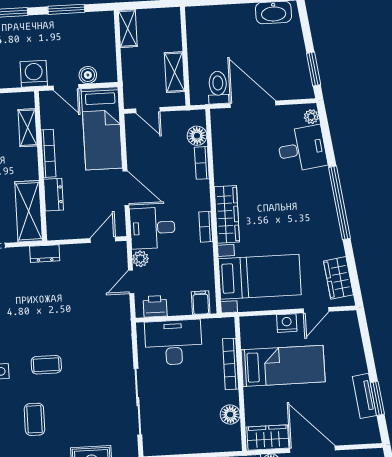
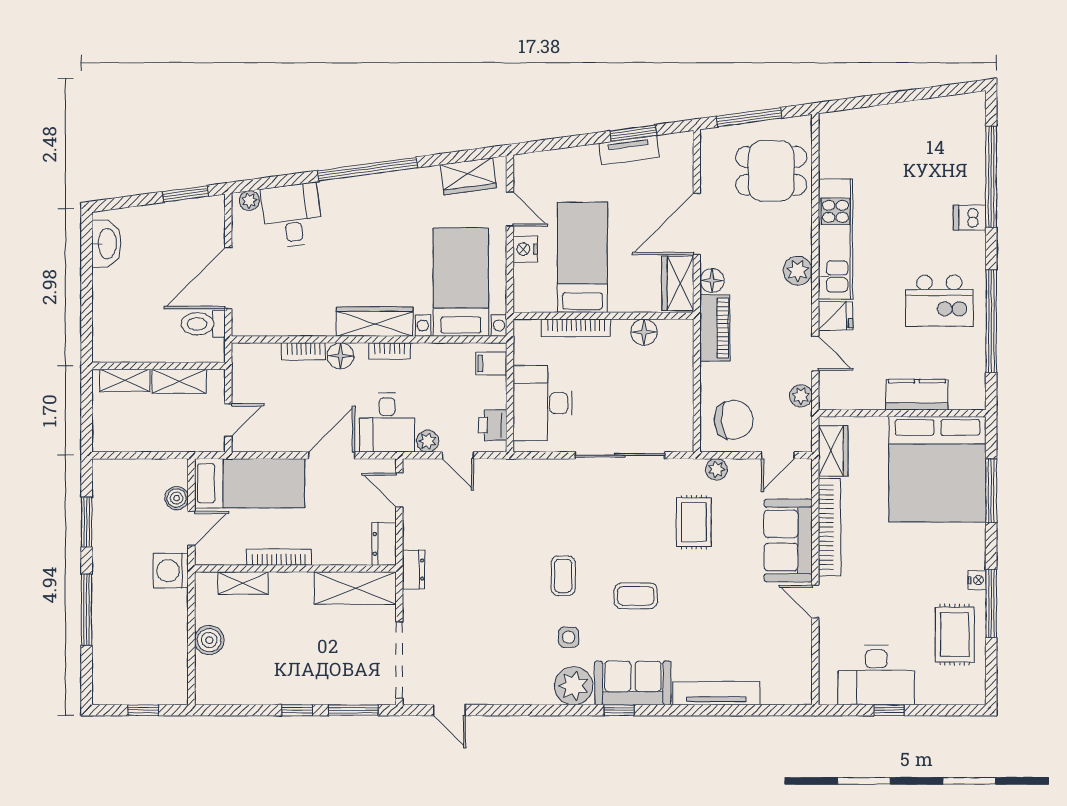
shelving: (128, 28) -> (125, 380), moved
floor lamp: (197, 136) -> (340, 356), moved
dresser: (53, 195) -> (384, 544), moved, turned -90

